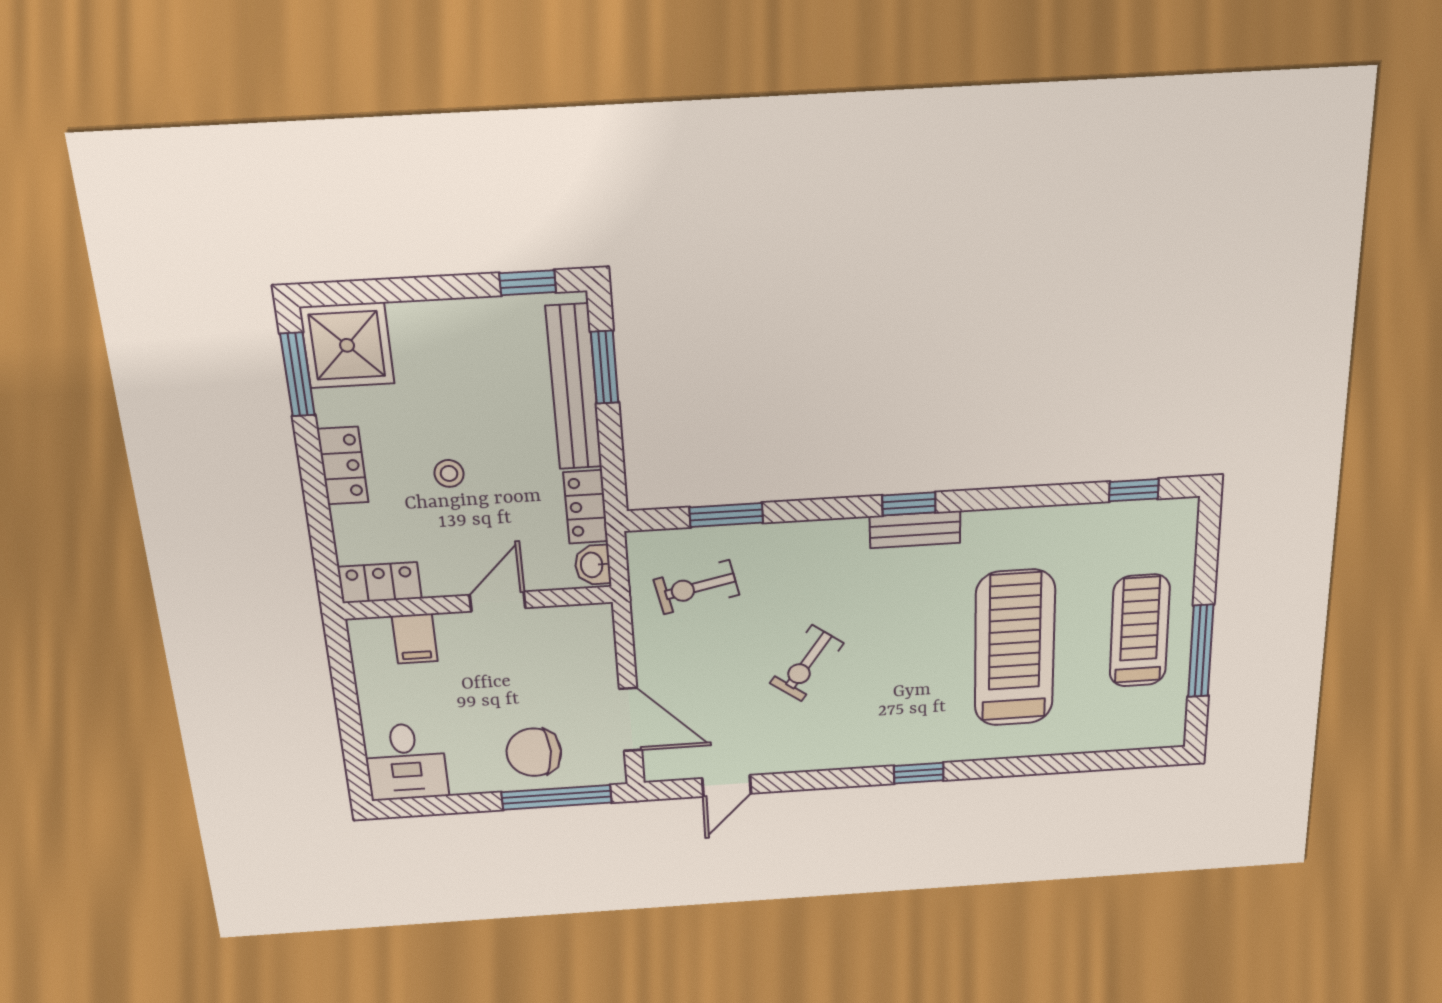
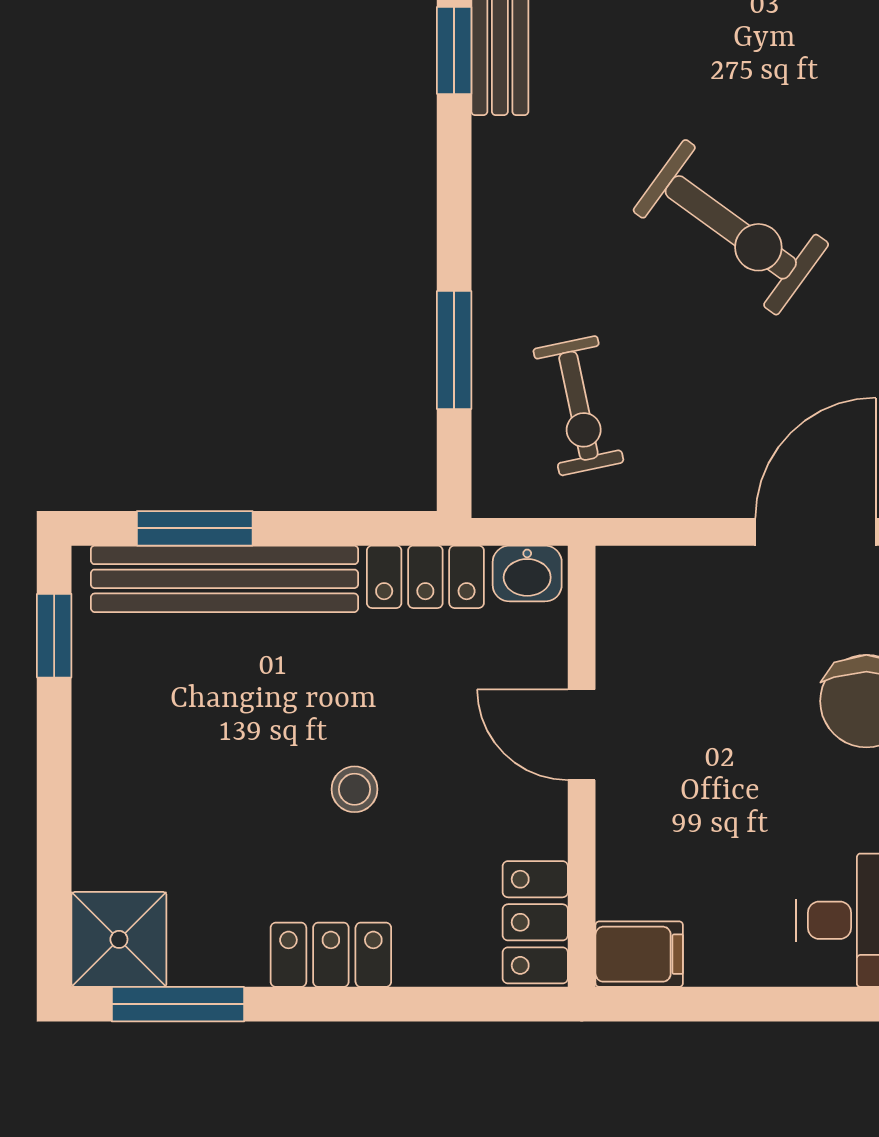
shower: (347, 345) -> (119, 939), width x0.73, depth x0.73
filing cabinet: (415, 639) -> (639, 954), moved
exercise bike: (807, 663) -> (731, 227), width x1.38, depth x1.39

